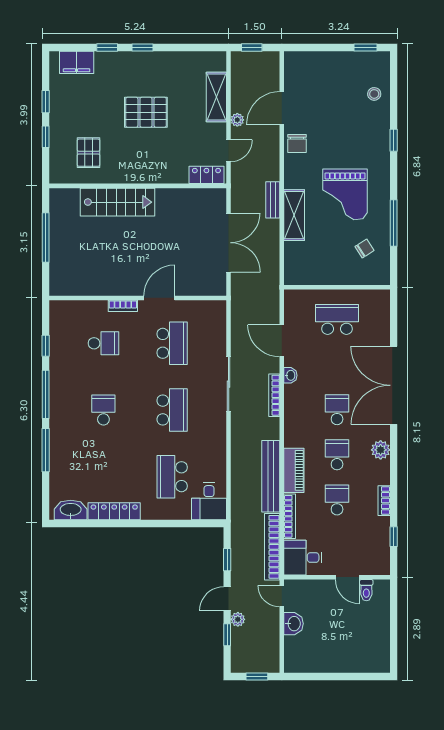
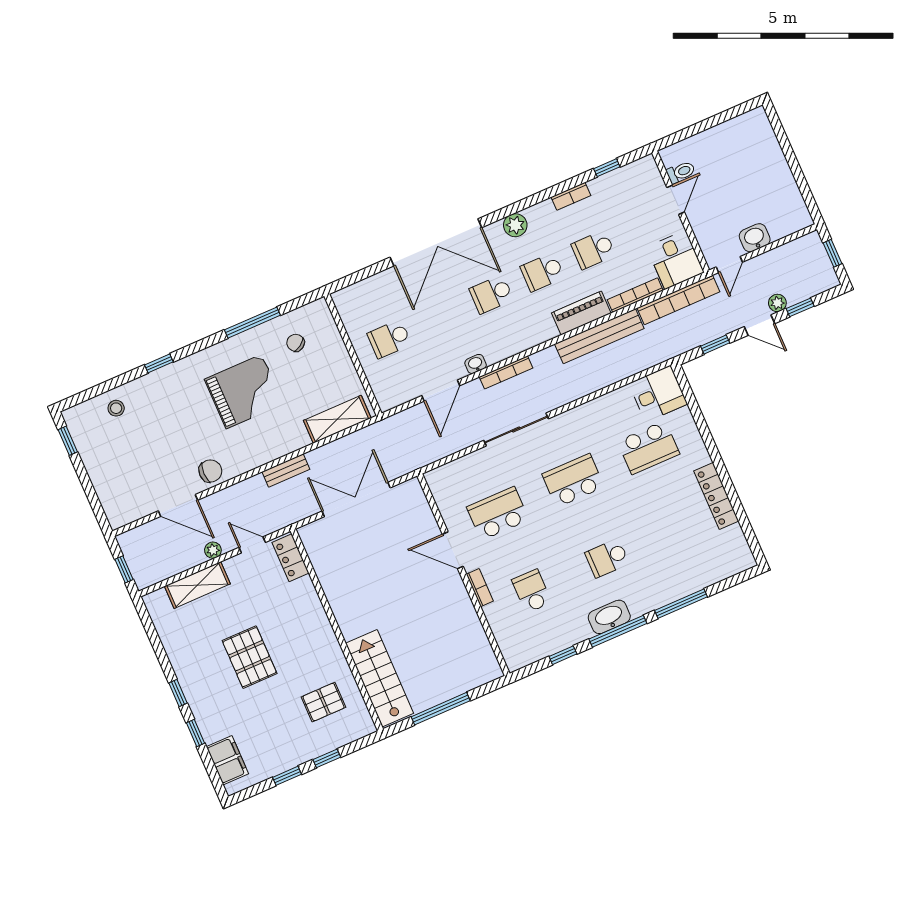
stairs: (118, 202) -> (380, 678), moved
shelving: (294, 215) -> (337, 419), moved
school desk: (337, 319) -> (389, 339), width x0.54
washbasin: (71, 510) -> (609, 617), moved, turned 90

